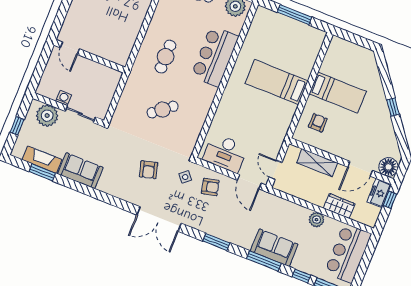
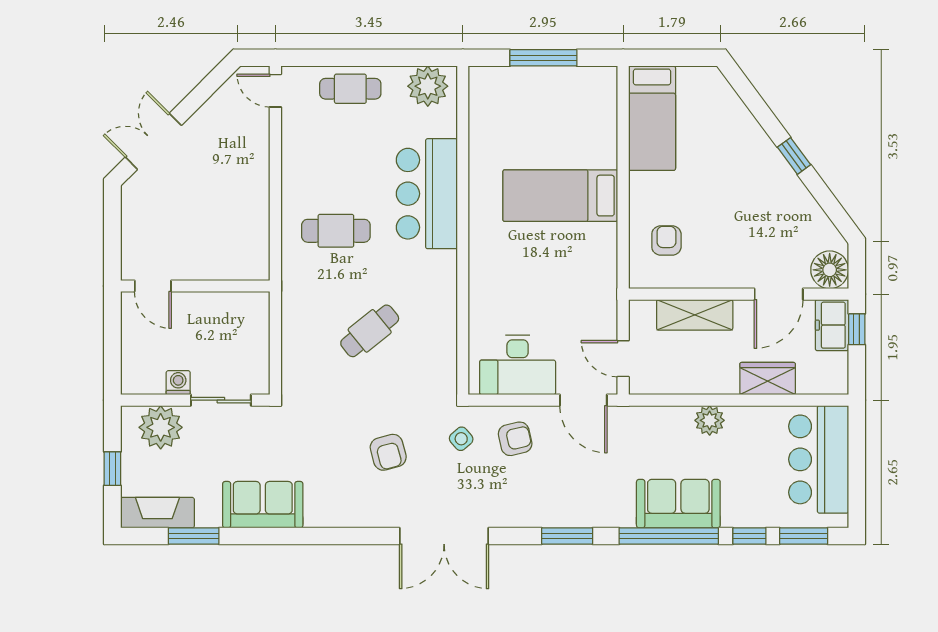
cafe table: (166, 57) -> (336, 231), turned 90
bed: (338, 93) -> (652, 118), moved, turned 90
fireplace: (42, 160) -> (157, 513), moved
plant: (317, 220) -> (710, 420), moved
window: (264, 261) -> (669, 536), width x1.46

